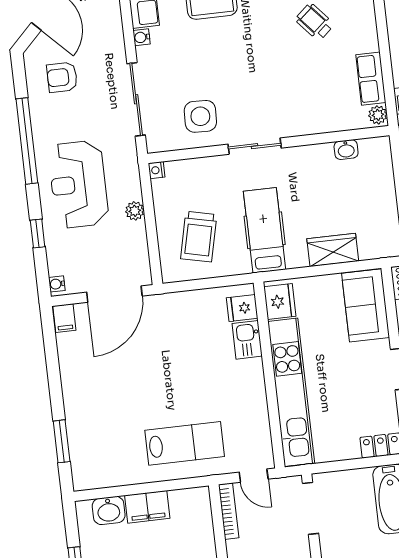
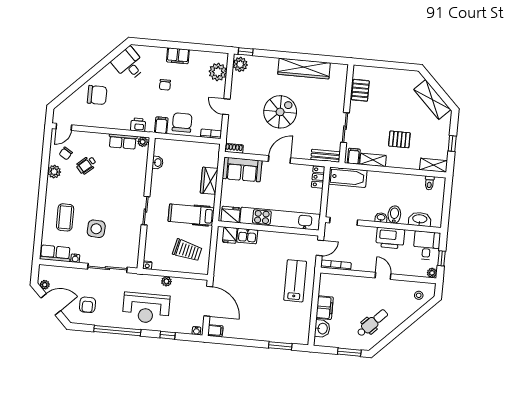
side table: (200, 116) -> (96, 229), moved

